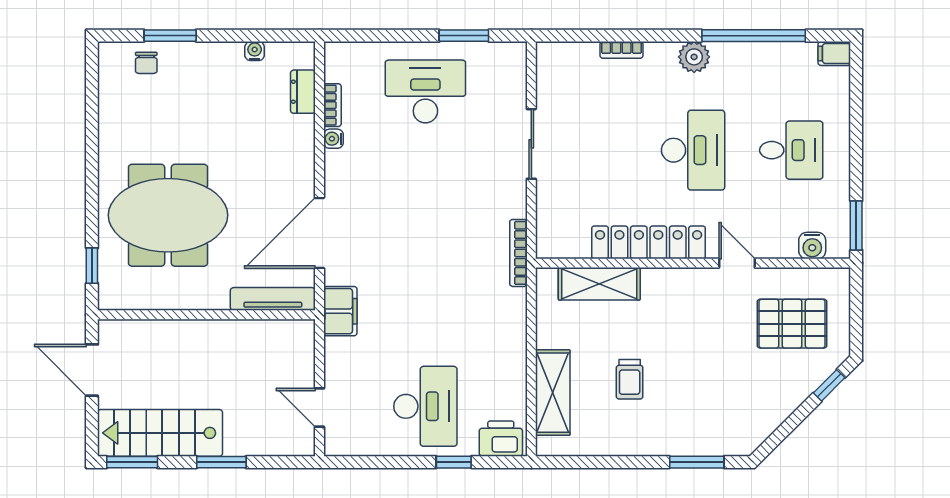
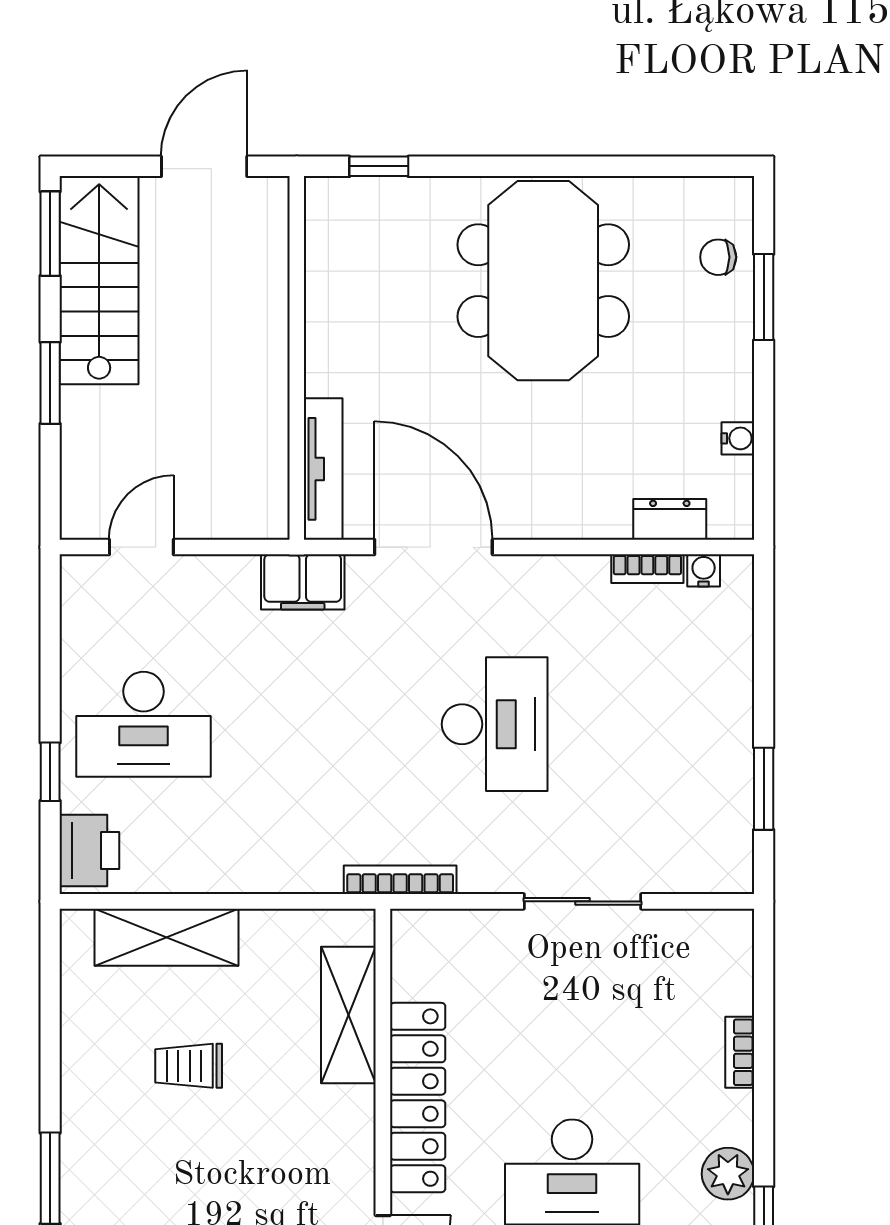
desk: (425, 91) -> (495, 724), moved
water cooler: (333, 139) -> (704, 570), moved
meeting table: (168, 215) -> (543, 281), moved

